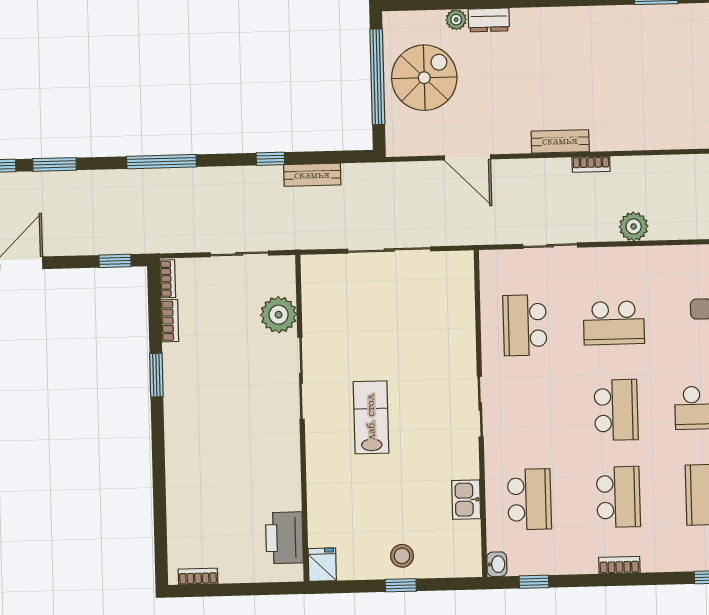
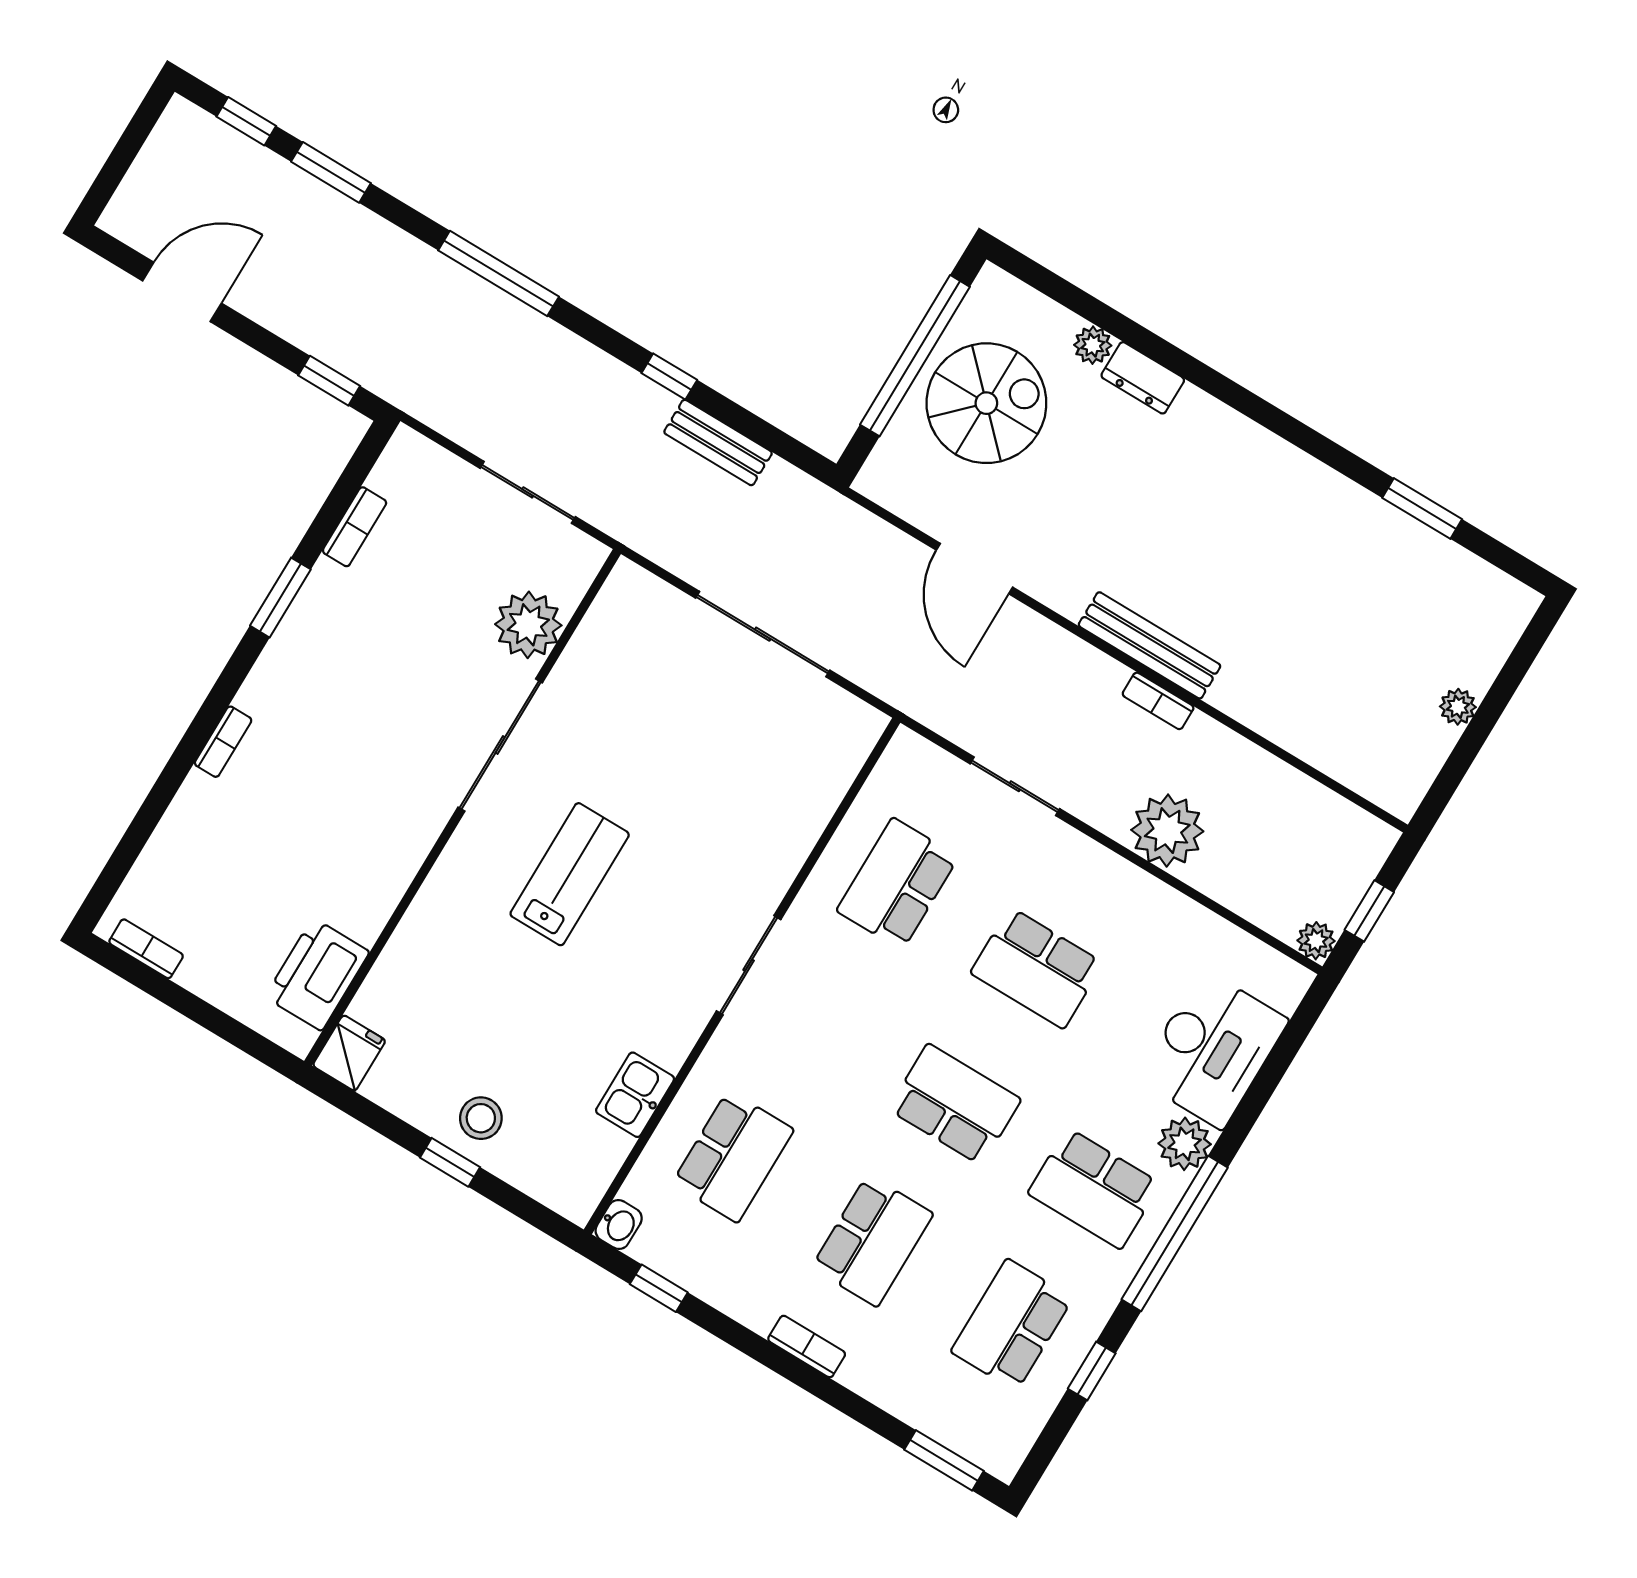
bench: (560, 141) -> (1150, 645), width x1.36
plant: (634, 226) -> (1167, 831), width x1.36, depth x1.36
bookcase: (168, 279) -> (223, 742), moved
school desk: (616, 410) -> (955, 1104), turned -90

